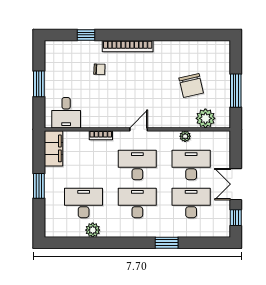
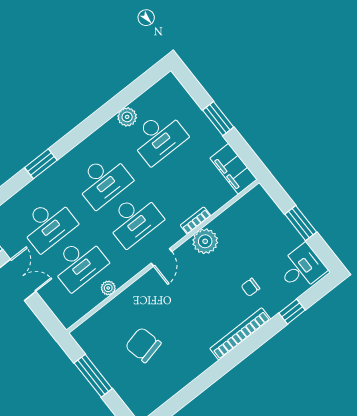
desk: (66, 113) -> (302, 268), moved, turned 90
plant: (205, 118) -> (205, 241), moved

